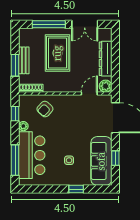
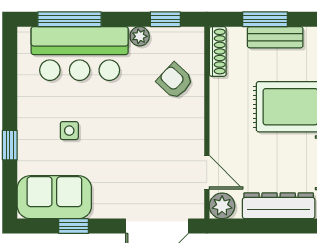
sofa: (101, 161) -> (54, 197), width x0.73

